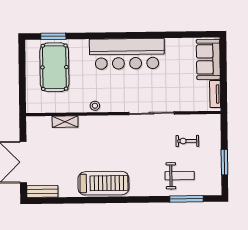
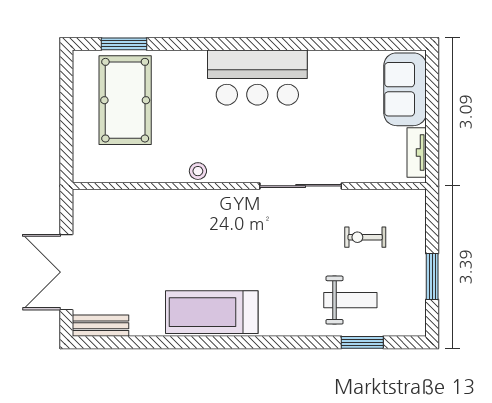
bar counter: (127, 54) -> (257, 78), width x0.73
shelving: (65, 122) -> (143, 199), removed
treadmill: (103, 183) -> (212, 312), turned 180
window: (186, 199) -> (362, 342), width x0.69

